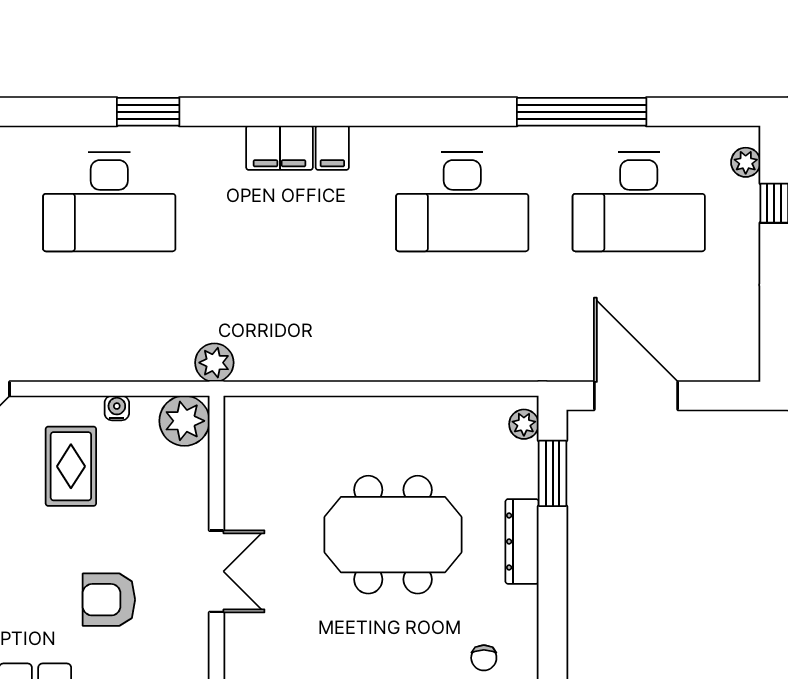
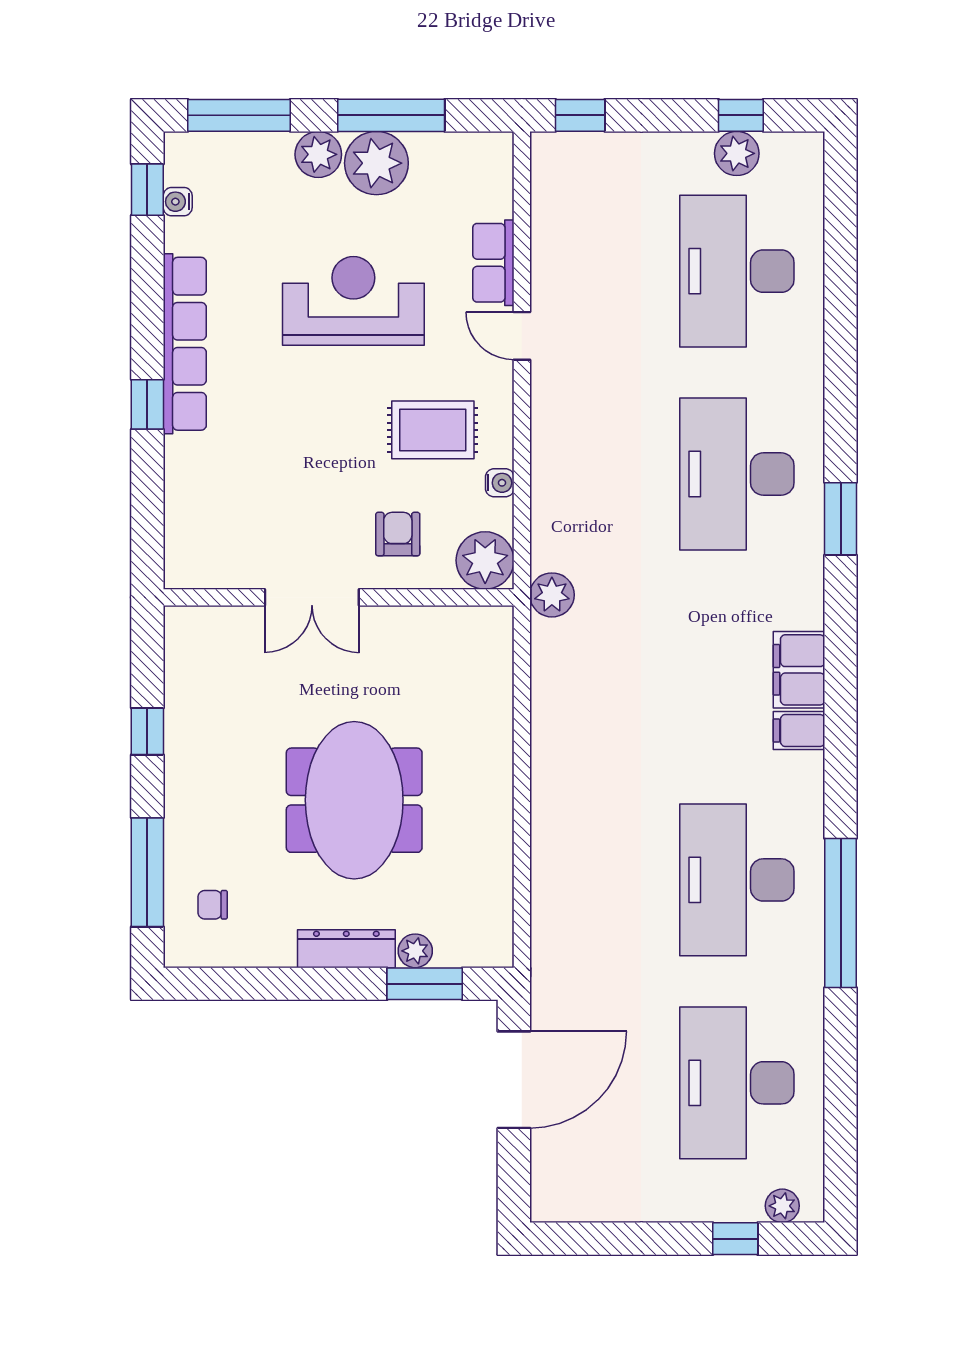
window: (582, 112) -> (841, 913), moved
plant: (524, 424) -> (415, 951), moved
armchair: (109, 600) -> (398, 534), moved, width x0.72, depth x0.72

